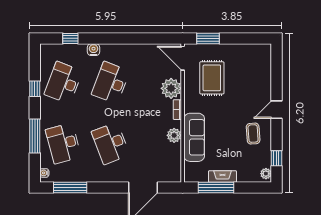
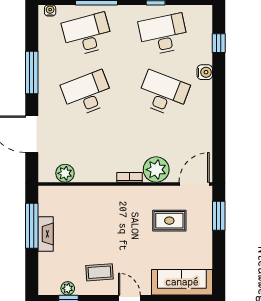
rug: (212, 78) -> (169, 221), width x0.73, depth x0.70
desk: (63, 83) -> (163, 34), turned -33
plant: (174, 135) -> (65, 173), moved
sofa: (194, 137) -> (182, 282), moved, turned 180
plant: (266, 174) -> (68, 288), moved
window: (70, 188) -> (32, 73), moved

